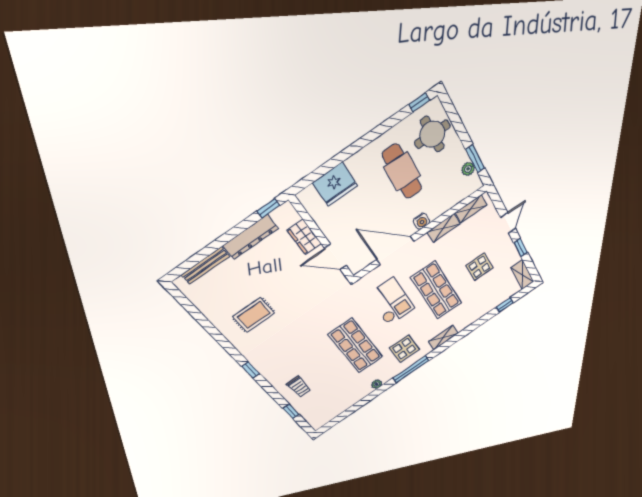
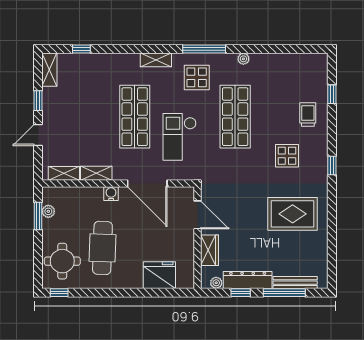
window: (268, 208) -> (241, 293), moved
plant: (278, 215) -> (216, 283), added
window: (208, 250) -> (284, 293), added
display table: (479, 267) -> (287, 156), moved
rug: (254, 315) -> (293, 214), width x1.36, depth x1.43

